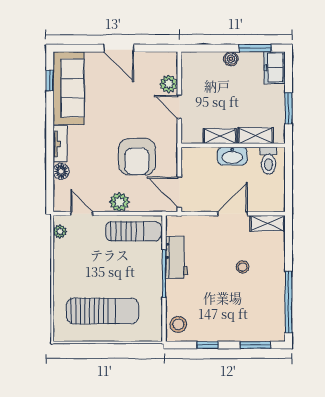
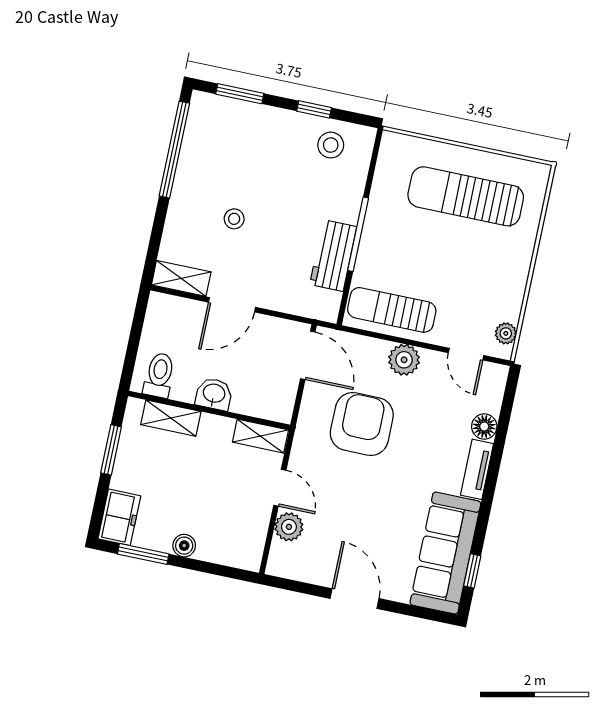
shelving: (220, 136) -> (260, 436), moved
washbasin: (232, 156) -> (214, 394), width x0.72
stool: (178, 324) -> (331, 145), moved

